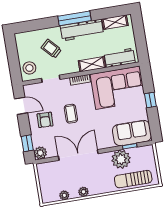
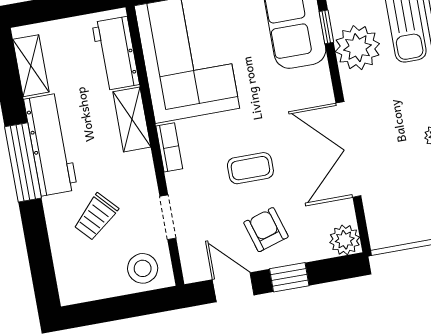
door: (21, 106) -> (233, 287), hinge flipped
armchair: (45, 120) -> (266, 230), turned -109
window: (27, 143) -> (289, 277), moved

